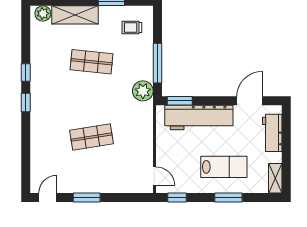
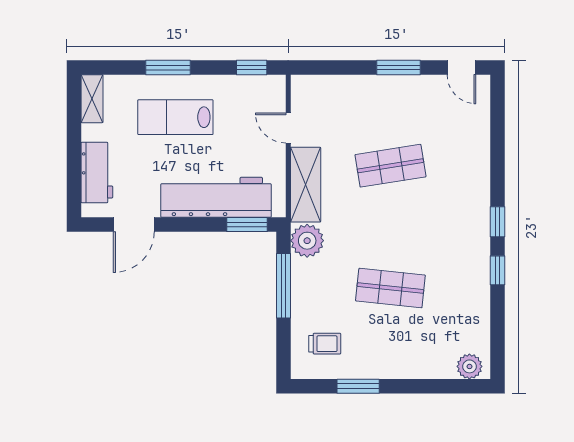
shelving: (75, 15) -> (306, 185), moved, turned 90
door: (154, 176) -> (288, 128), moved
door: (48, 197) -> (461, 67), hinge flipped

